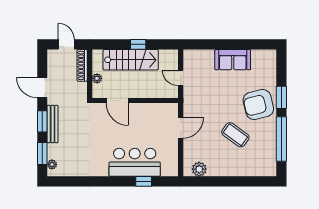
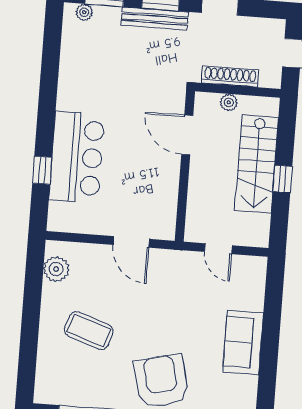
shoe rack: (82, 65) -> (230, 77), moved
door: (181, 78) -> (218, 249), swing flipped
door: (117, 101) -> (187, 135), hinge flipped
coffee table: (235, 135) -> (89, 331), moved, turned 73

